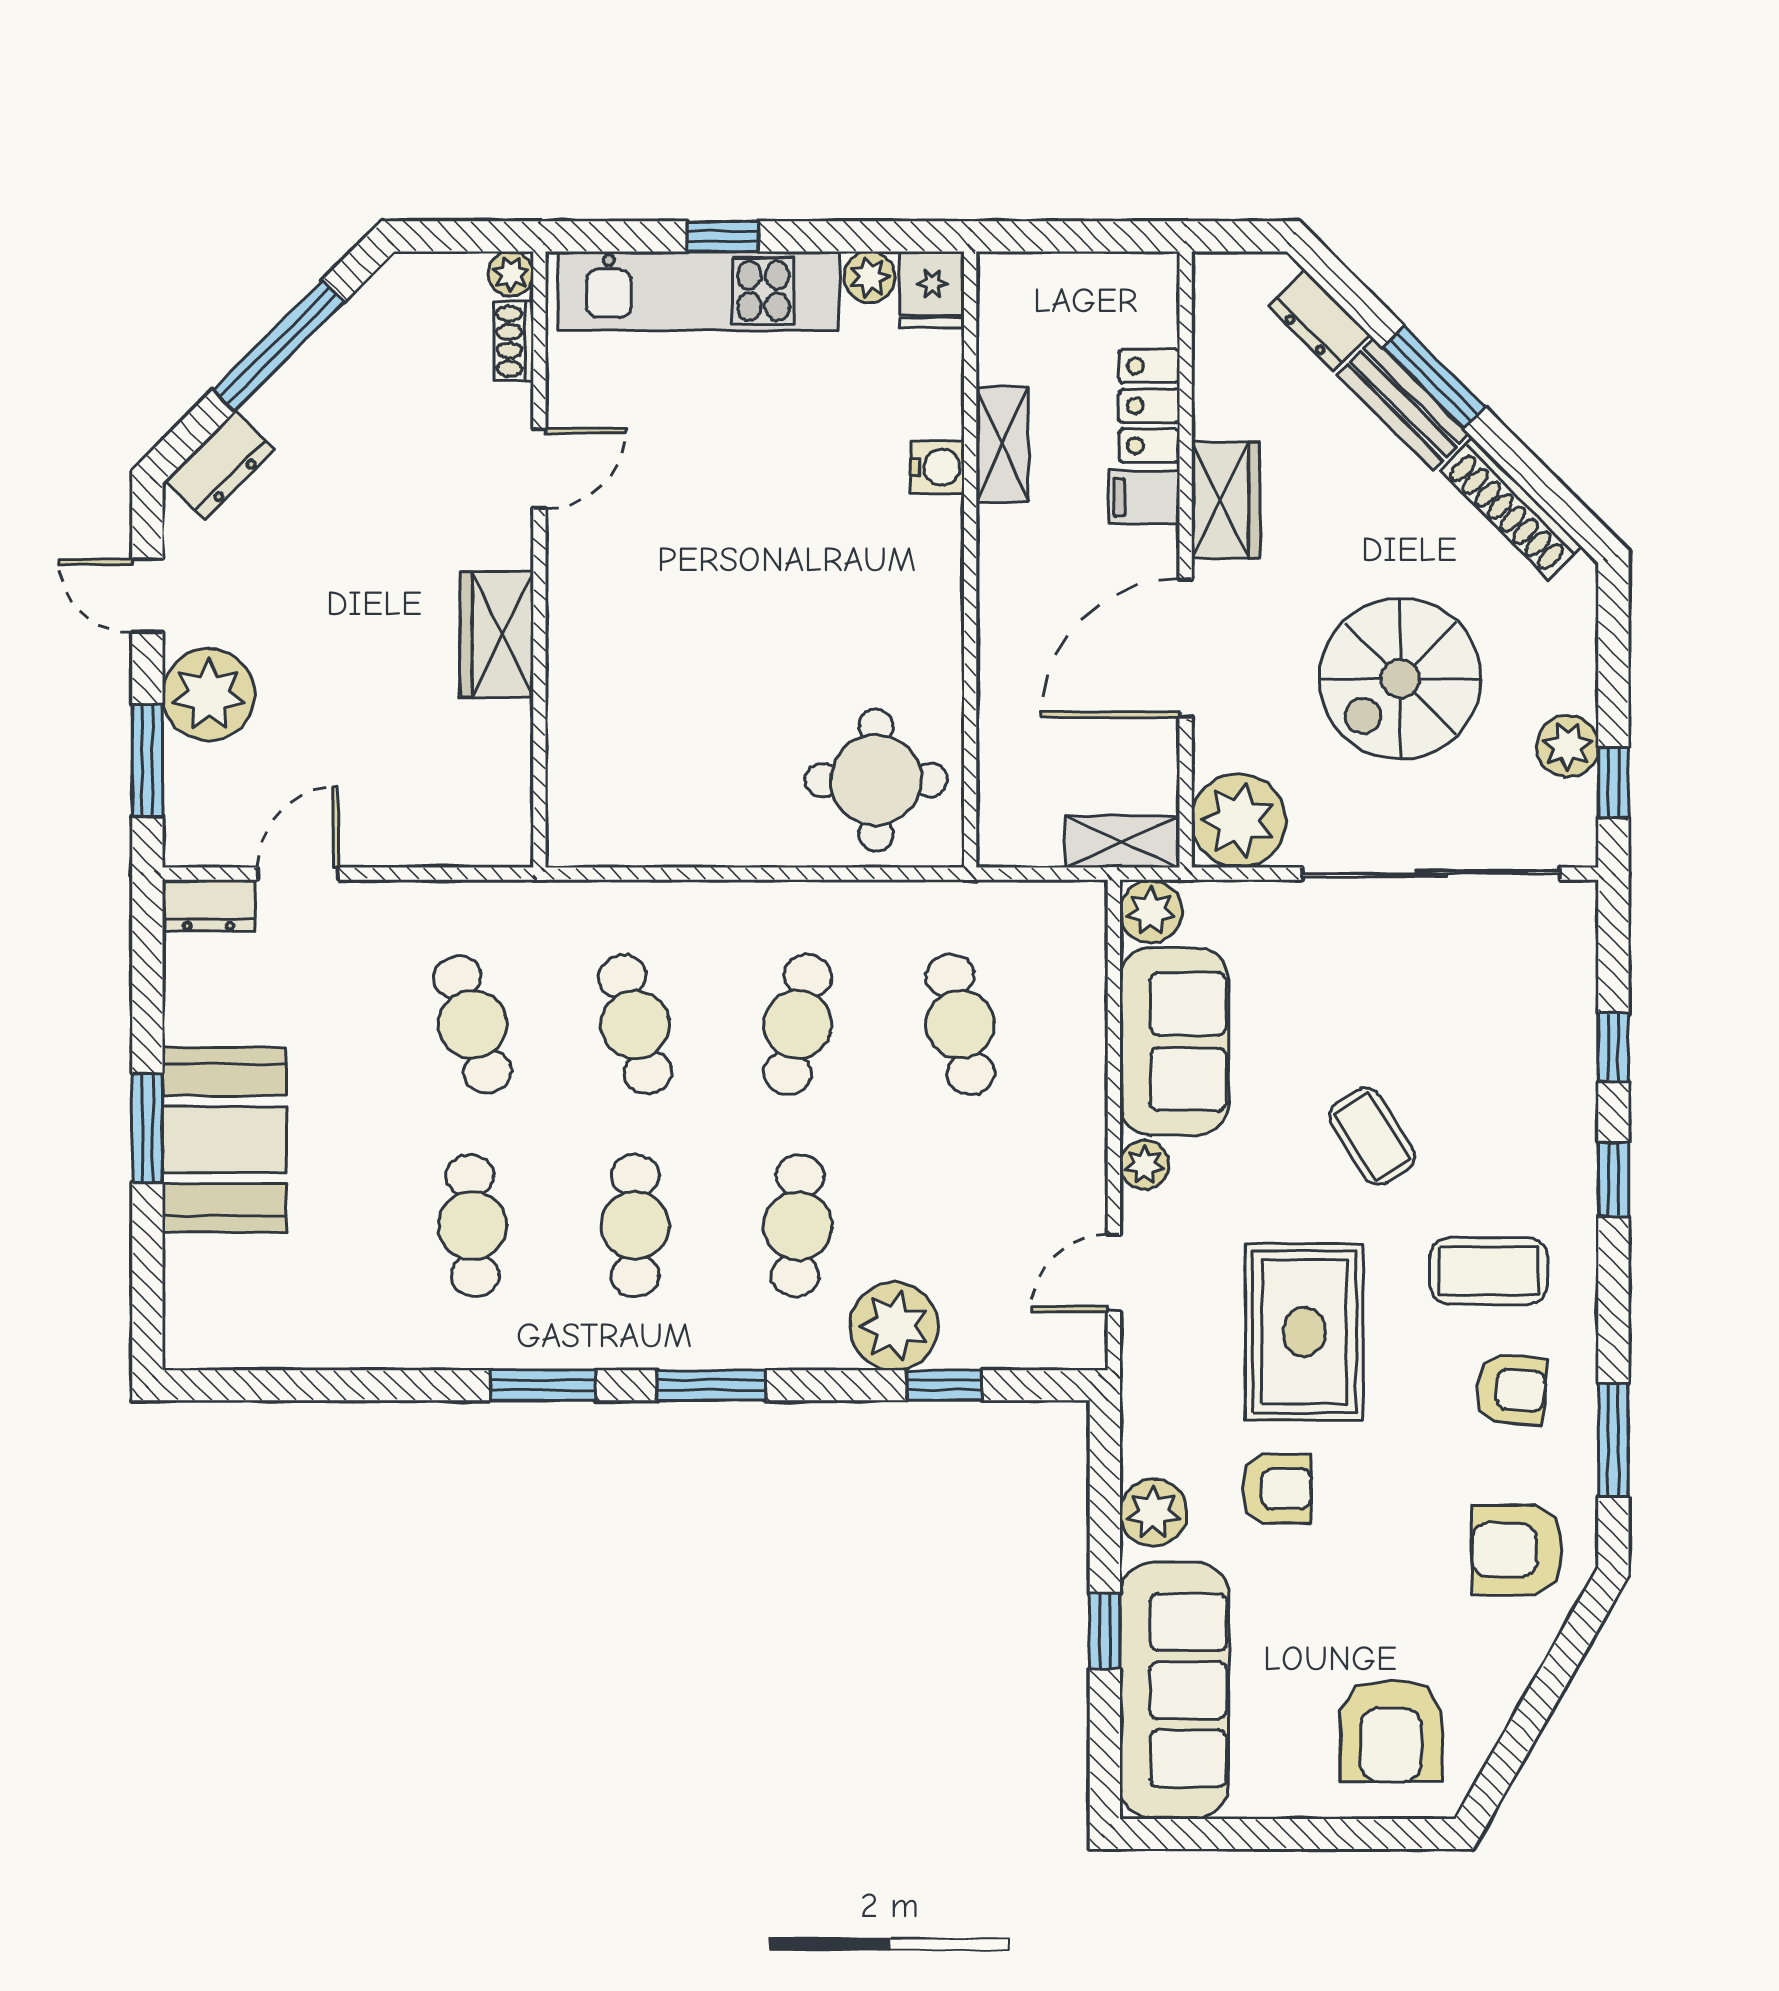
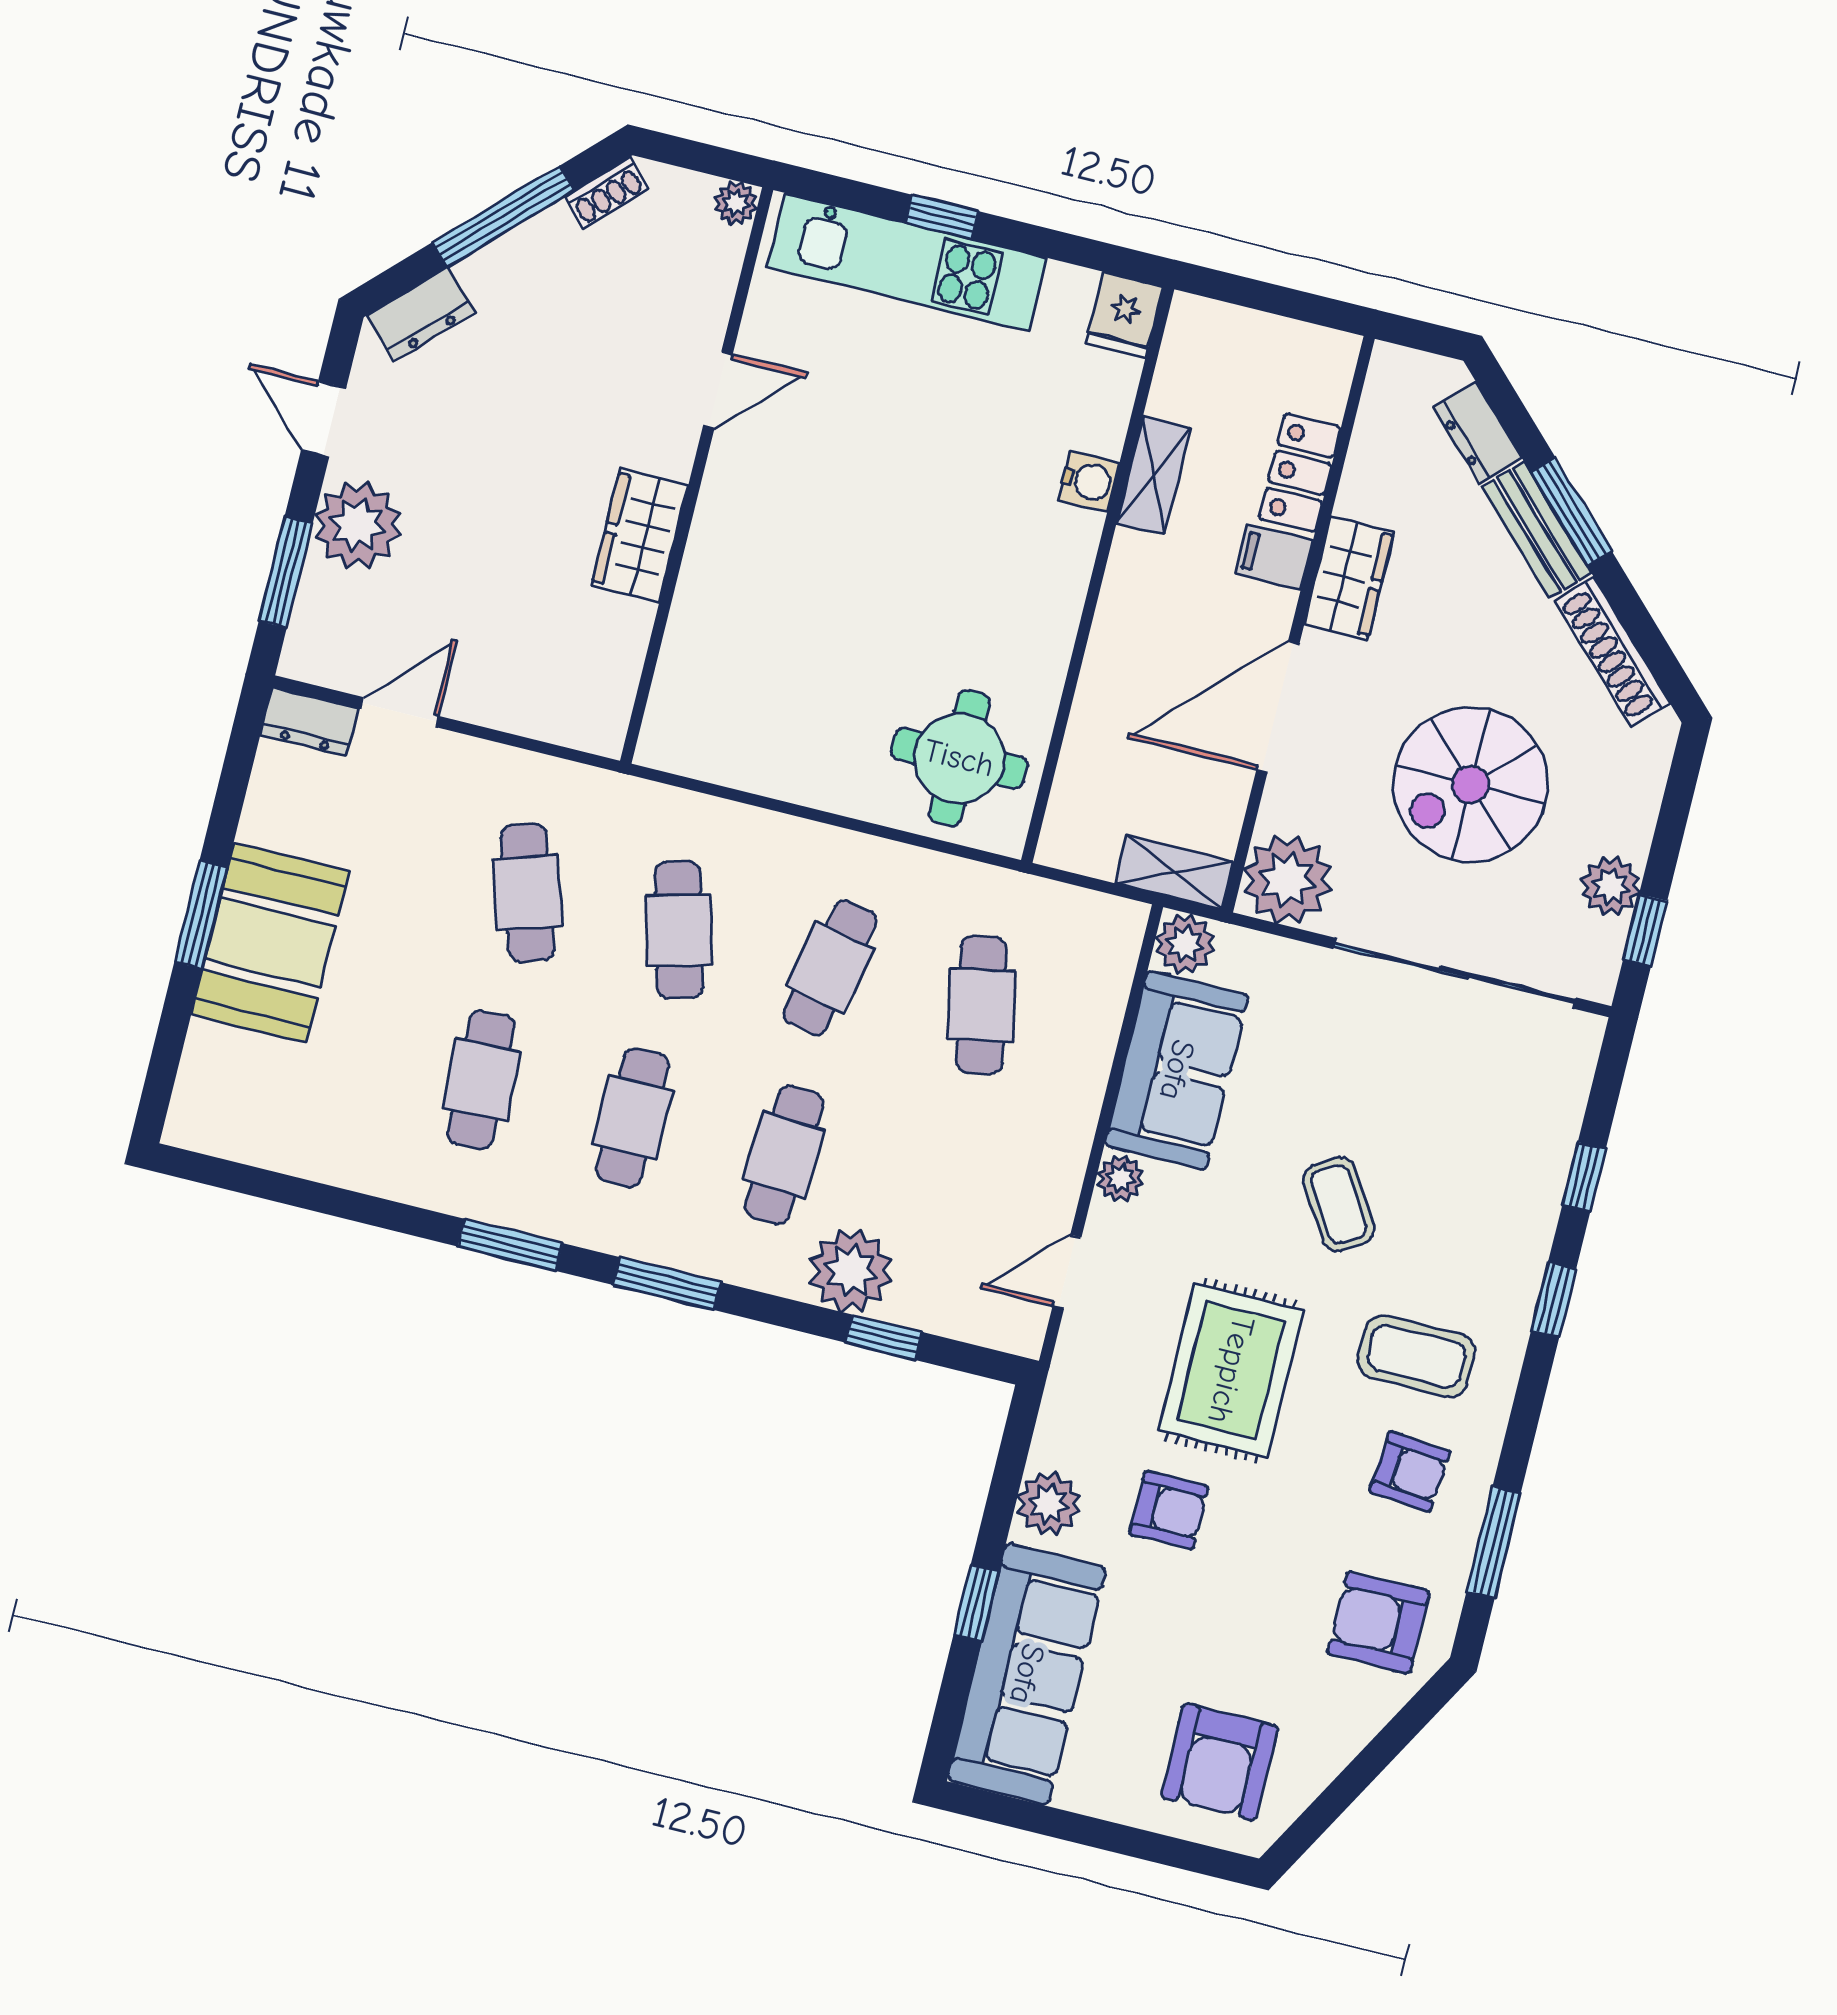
plant: (870, 277) -> (1069, 288), removed
shoe rack: (514, 341) -> (606, 193), moved, turned -135

